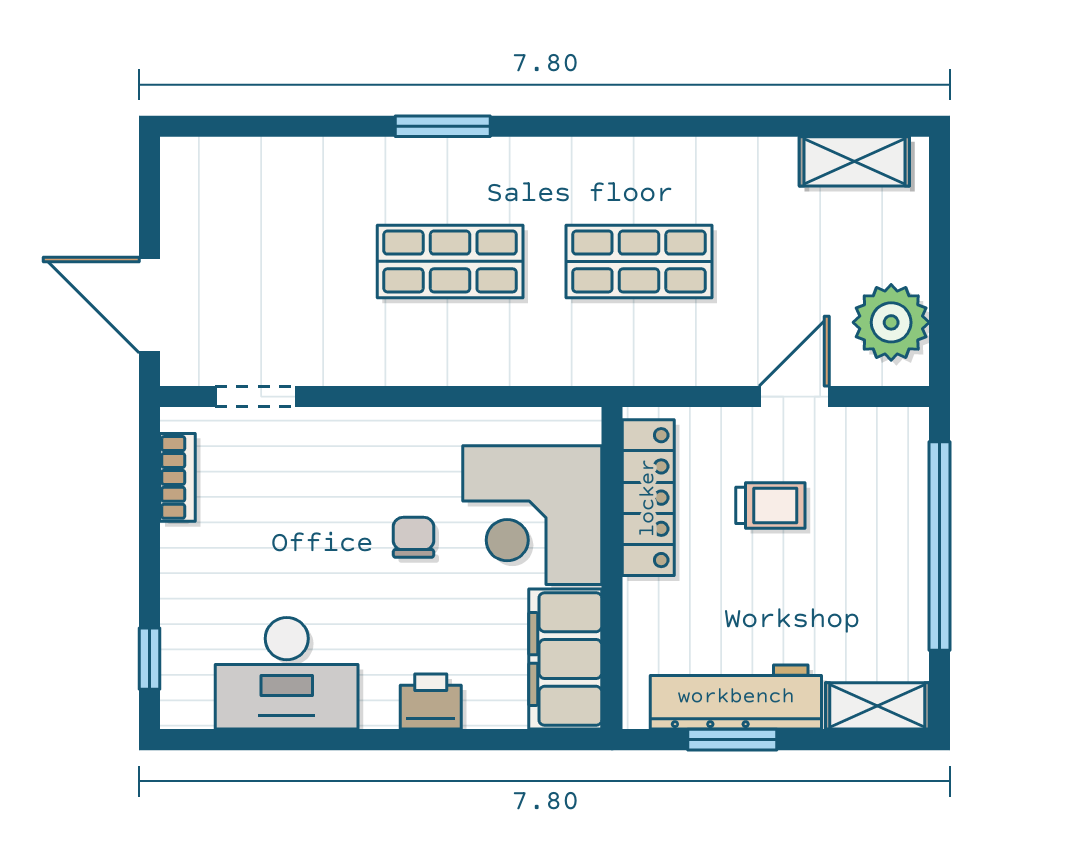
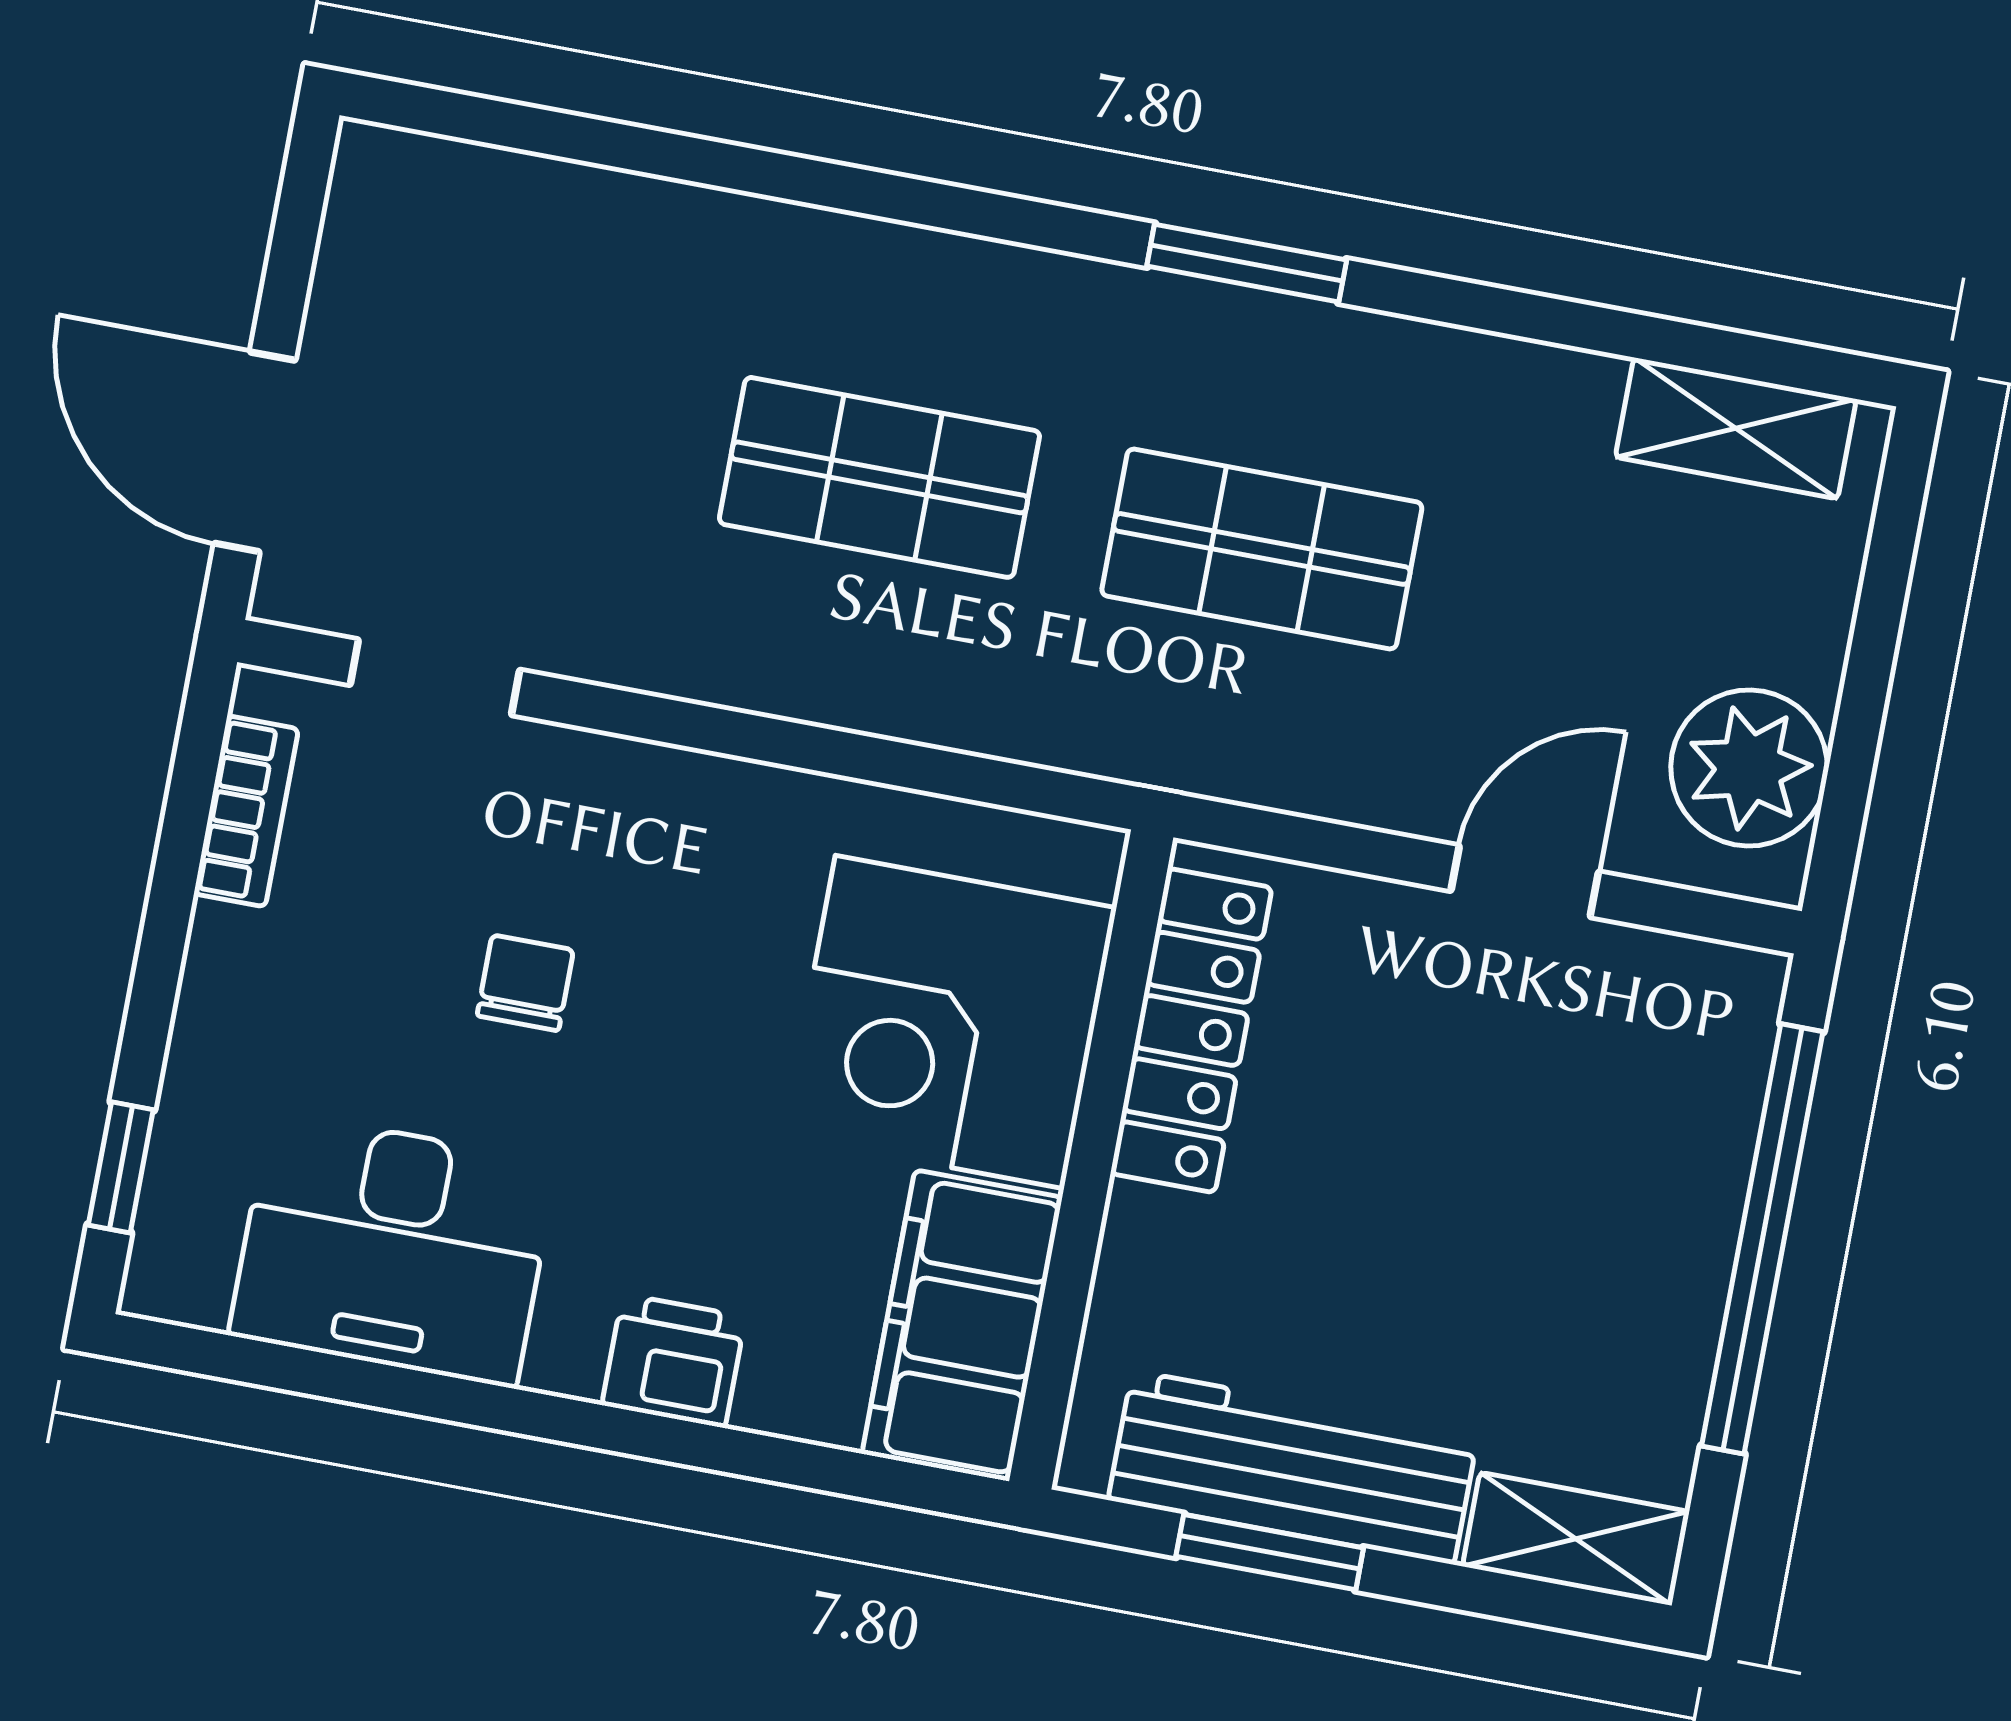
window: (443, 126) -> (1247, 263), moved
trolley: (770, 505) -> (1435, 1093), removed
chair: (413, 537) -> (525, 983), moved

